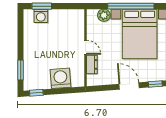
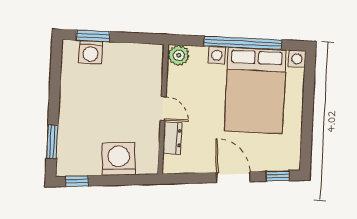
plant: (104, 15) -> (179, 55), moved

